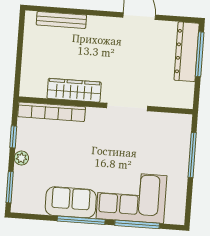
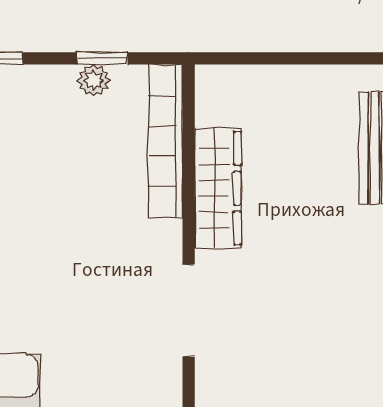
plant: (21, 158) -> (94, 80), moved

